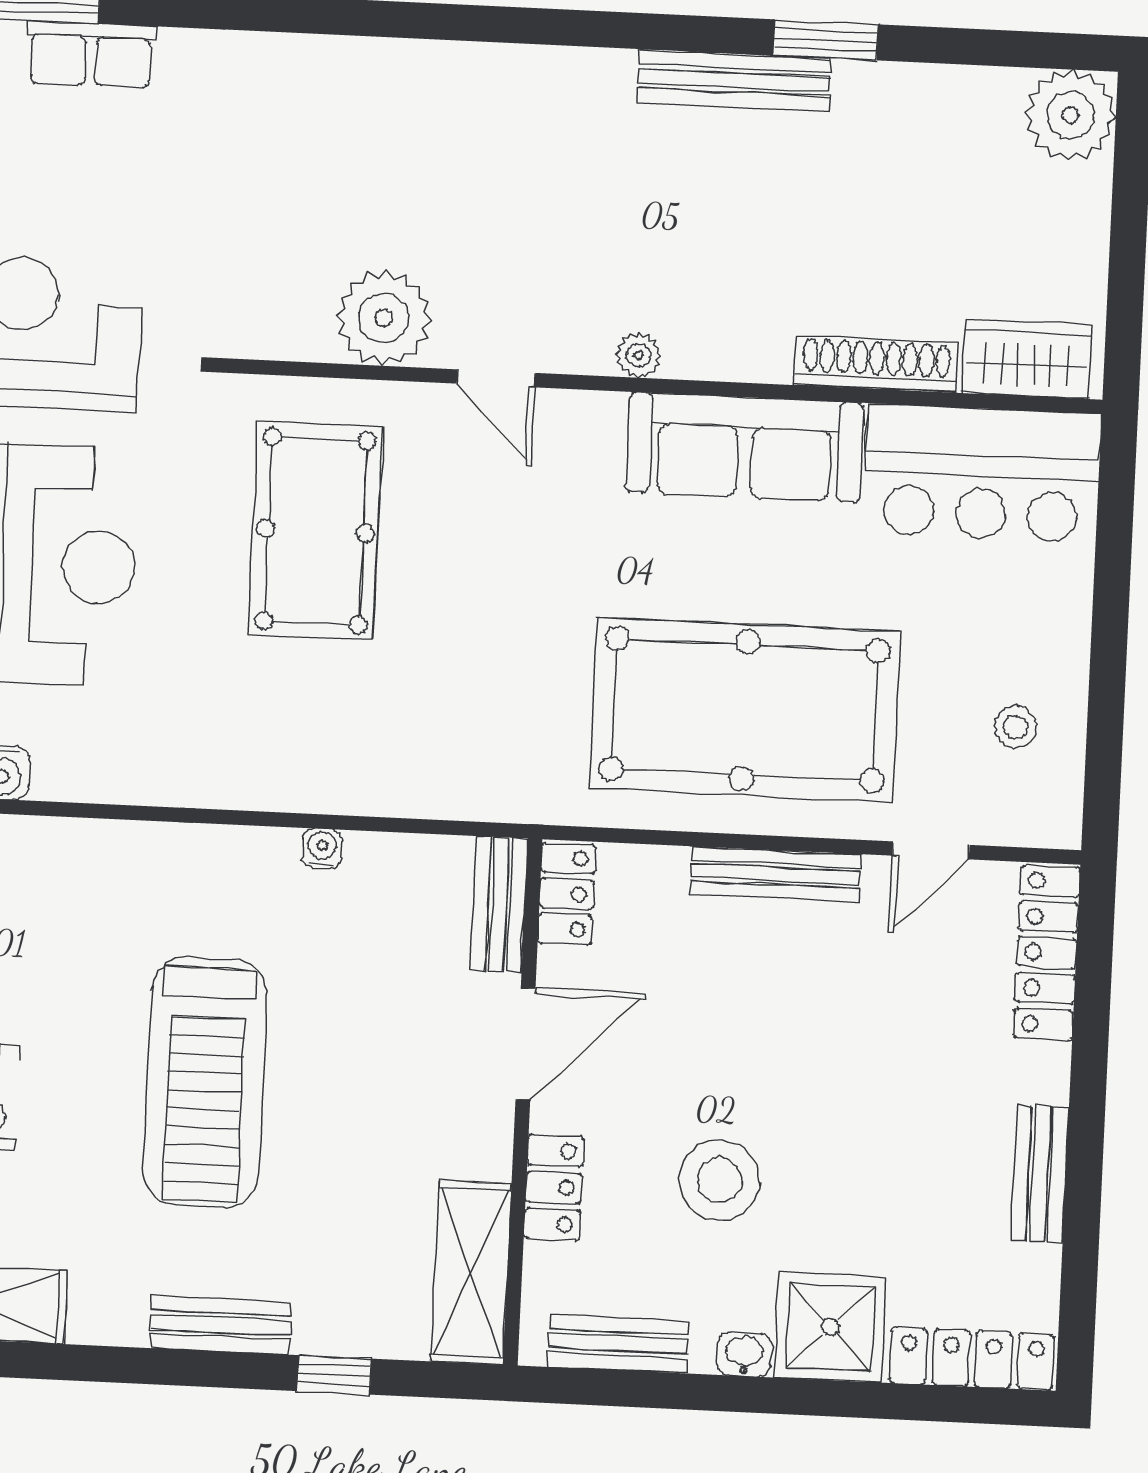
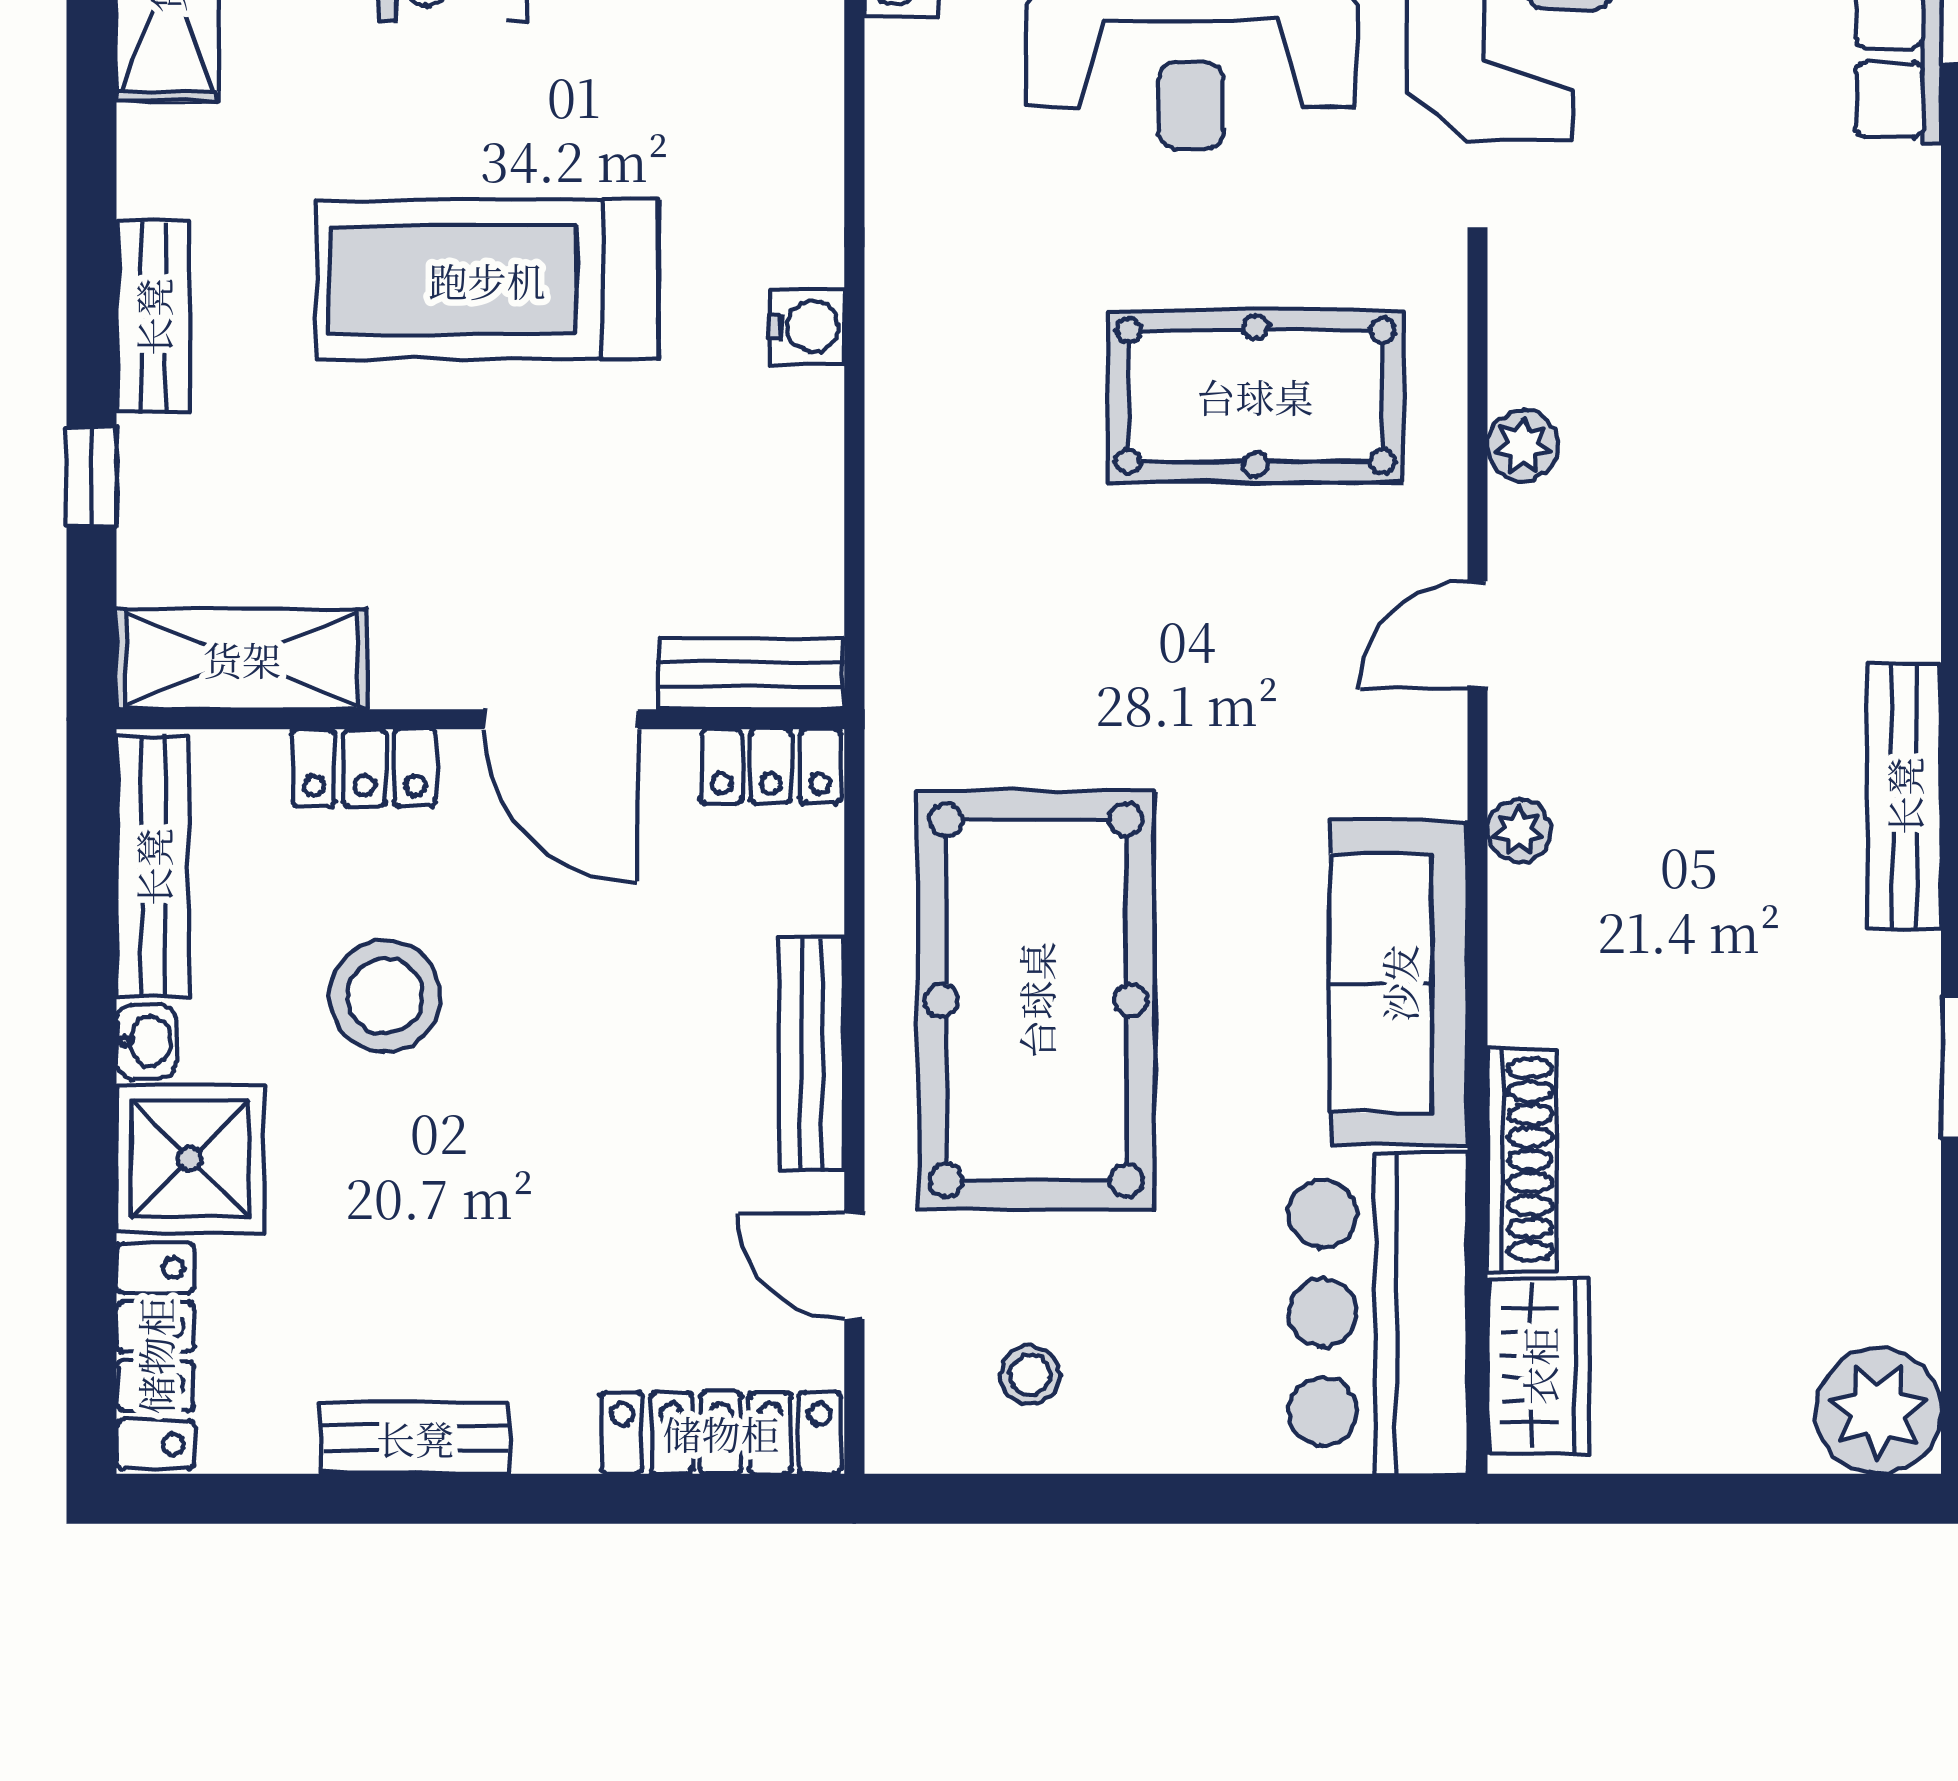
bench: (734, 81) -> (1904, 796), moved
plant: (384, 318) -> (1523, 446), width x0.53, depth x0.53
water cooler: (322, 849) -> (807, 327), moved, width x1.38, depth x1.38
bench: (618, 1344) -> (153, 867), width x1.36

